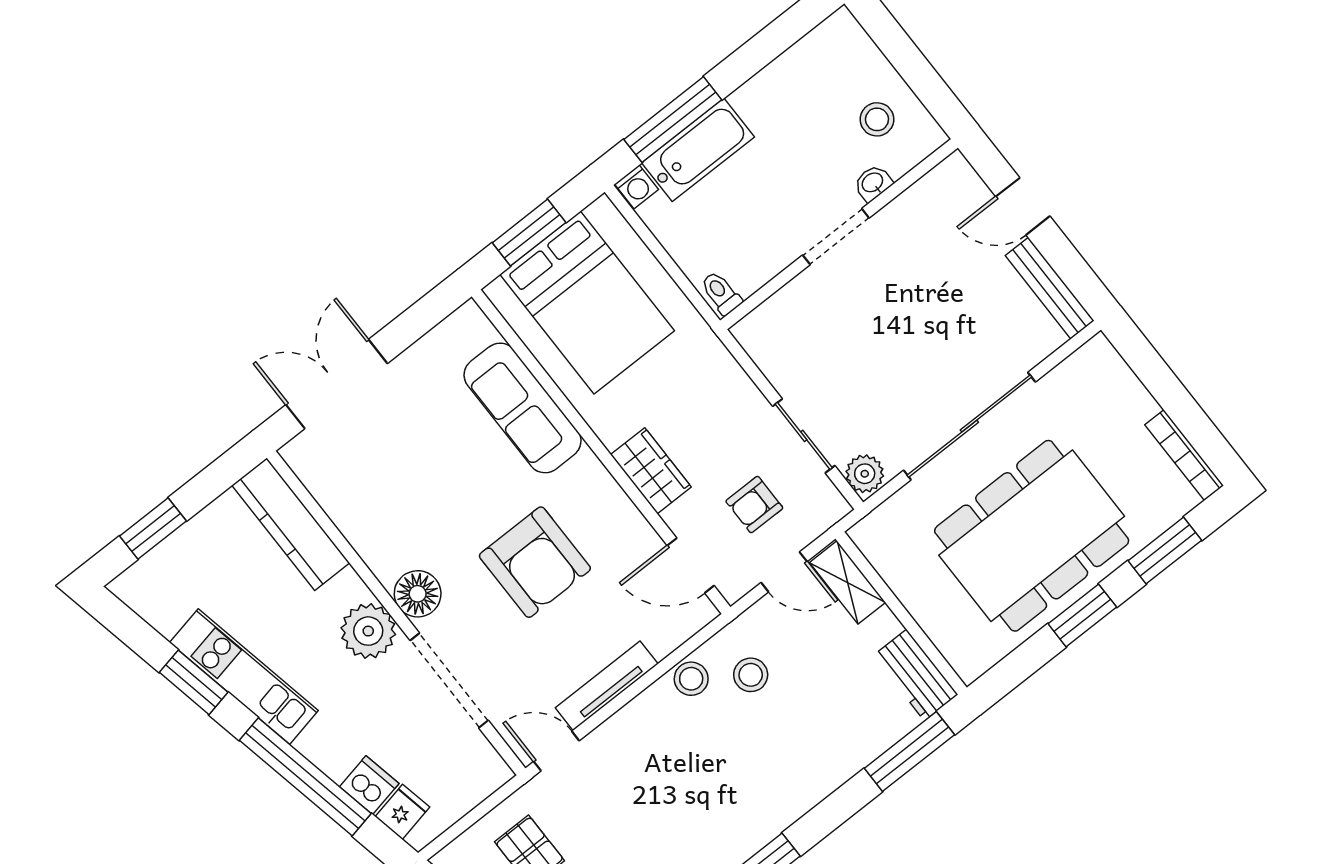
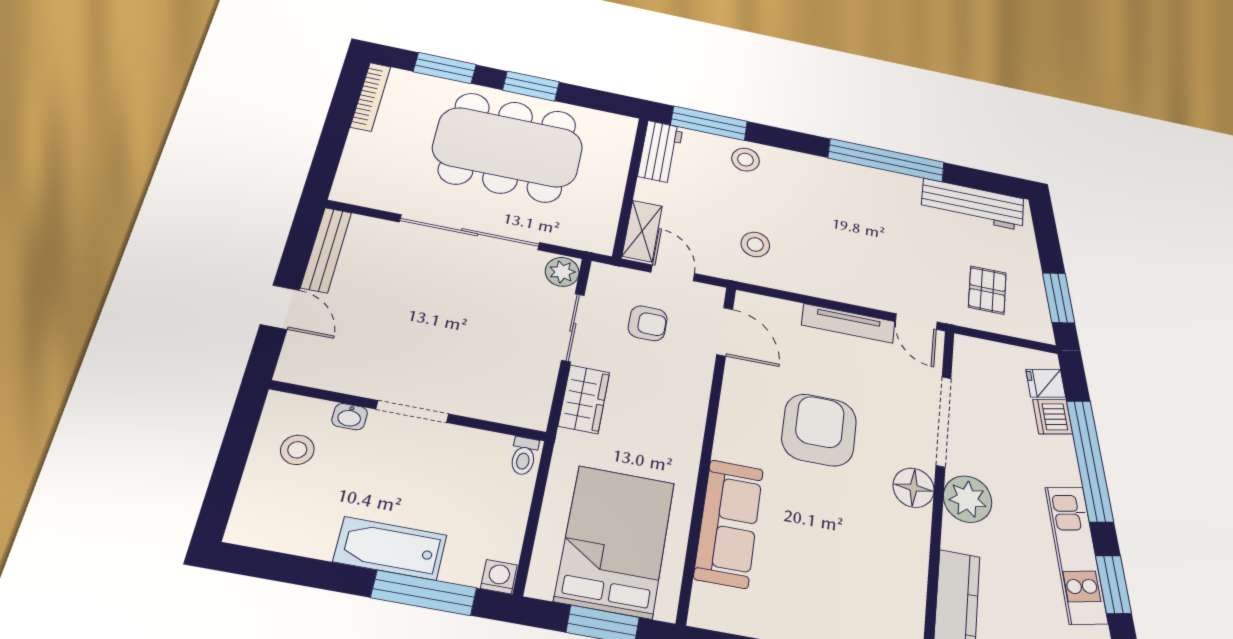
bathtub: (698, 150) -> (390, 548), moved
wardrobe: (651, 471) -> (584, 399), moved, turned 180
stool: (691, 679) -> (745, 160), moved

